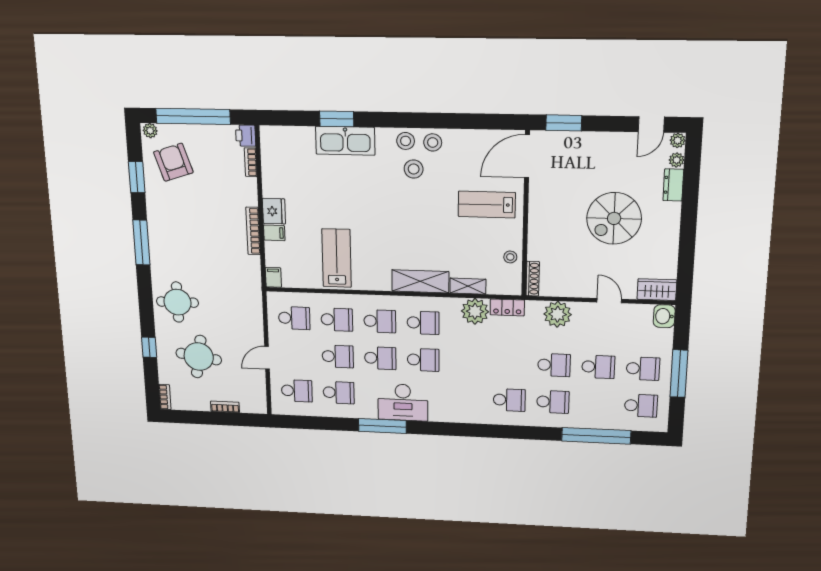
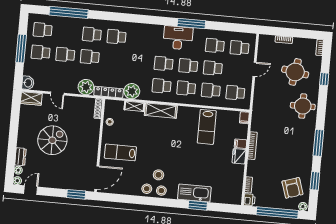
lab bench: (487, 205) -> (120, 152), turned 180
locker: (507, 307) -> (109, 92), width x1.53

